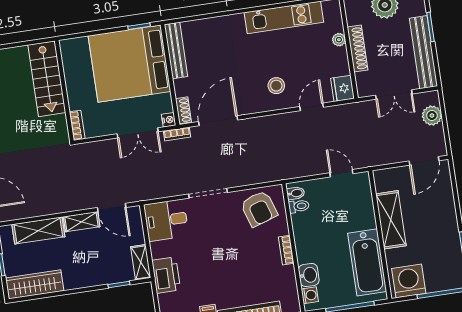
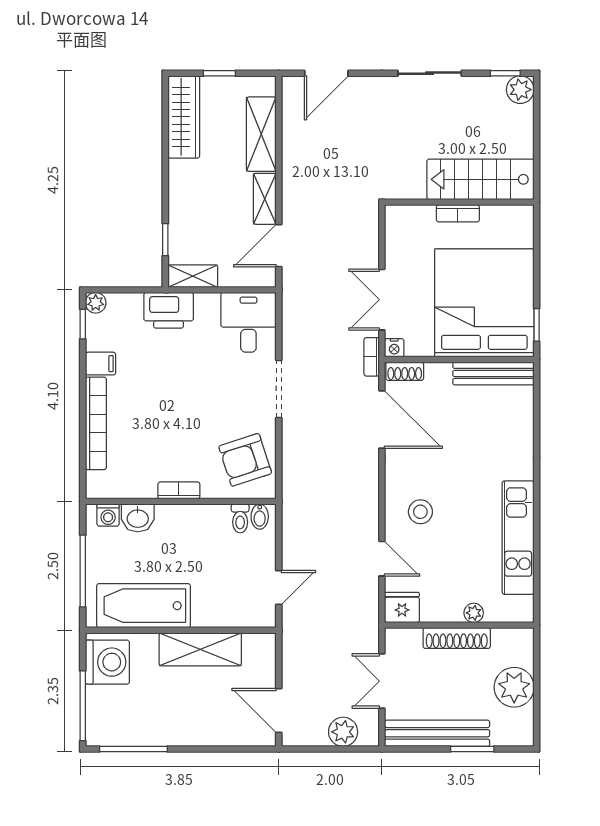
bookcase: (77, 125) -> (458, 213), moved

